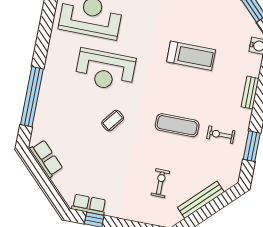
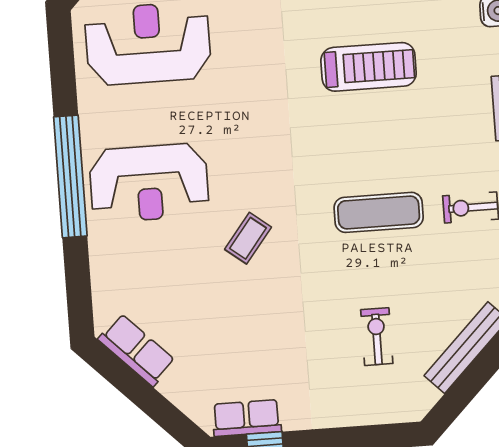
reception desk: (105, 70) -> (149, 183), moved
window: (32, 97) -> (70, 176), moved

